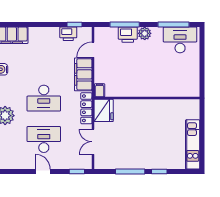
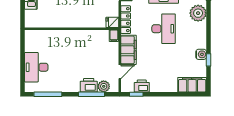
plant: (145, 33) -> (104, 86), moved
desk: (180, 40) -> (36, 67), moved, turned 90
desk: (44, 98) -> (164, 29), turned 90
fridge: (104, 110) -> (112, 22), width x0.53, depth x0.75

